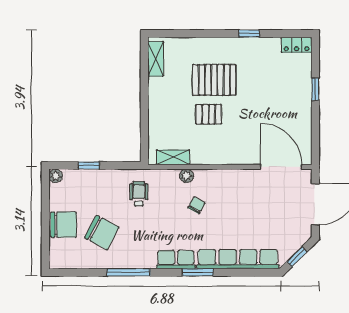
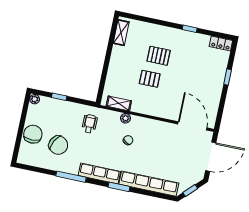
pallet: (214, 80) -> (159, 56), width x0.67, depth x0.71
chair: (64, 225) -> (33, 134), turned -90
row of seats: (176, 260) -> (99, 174), width x1.48

